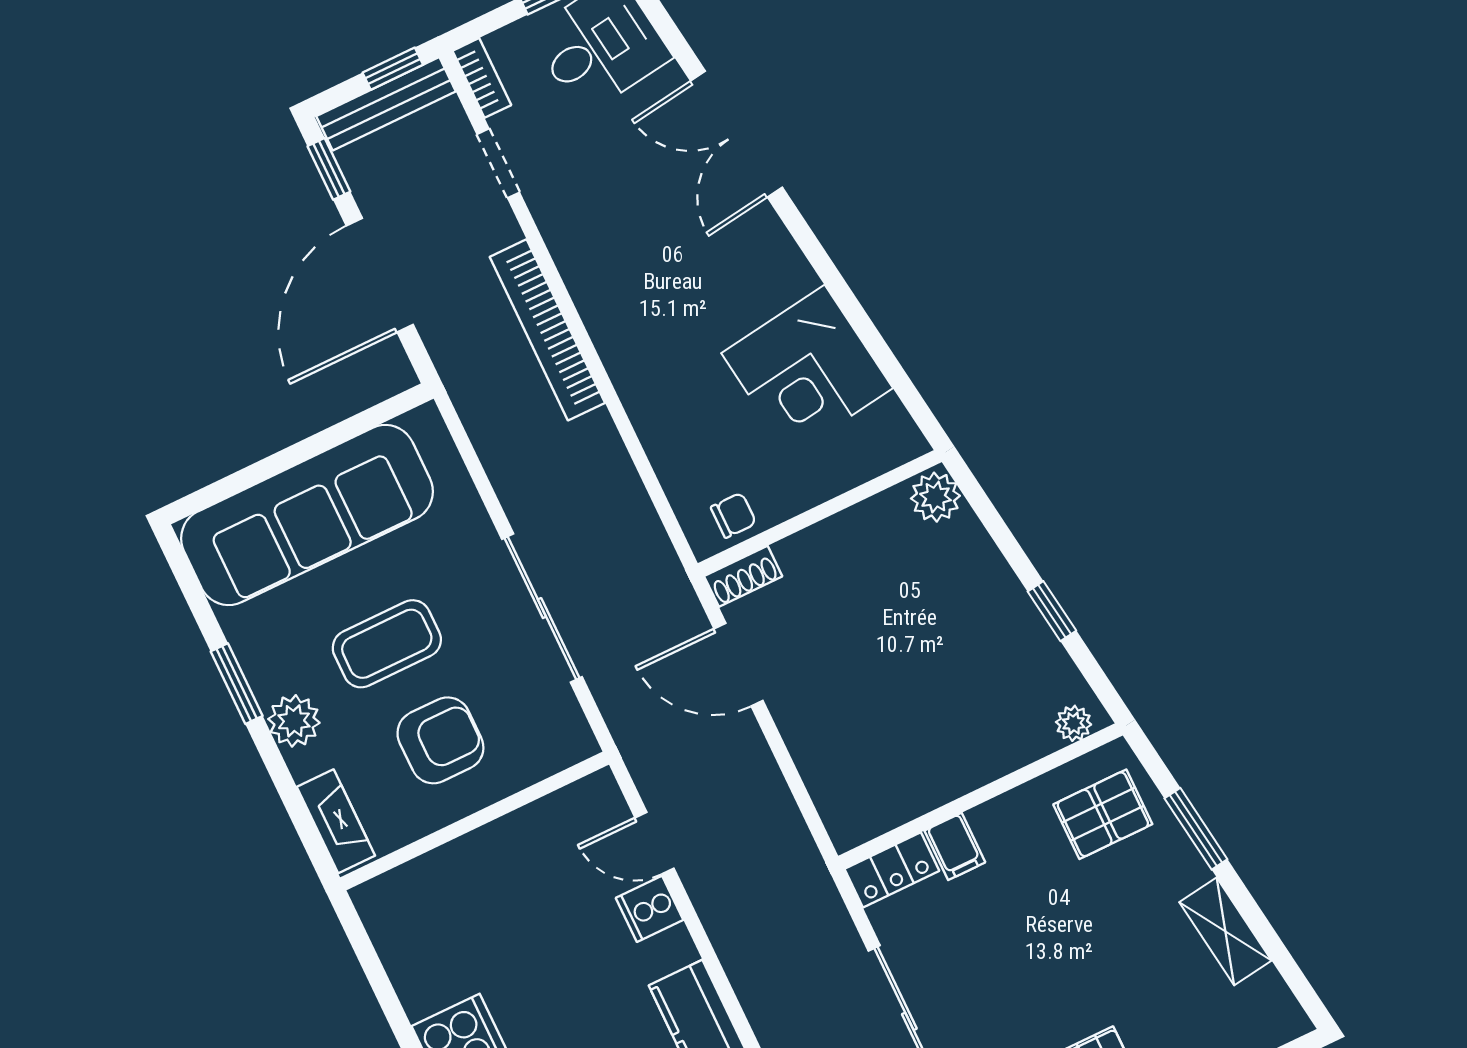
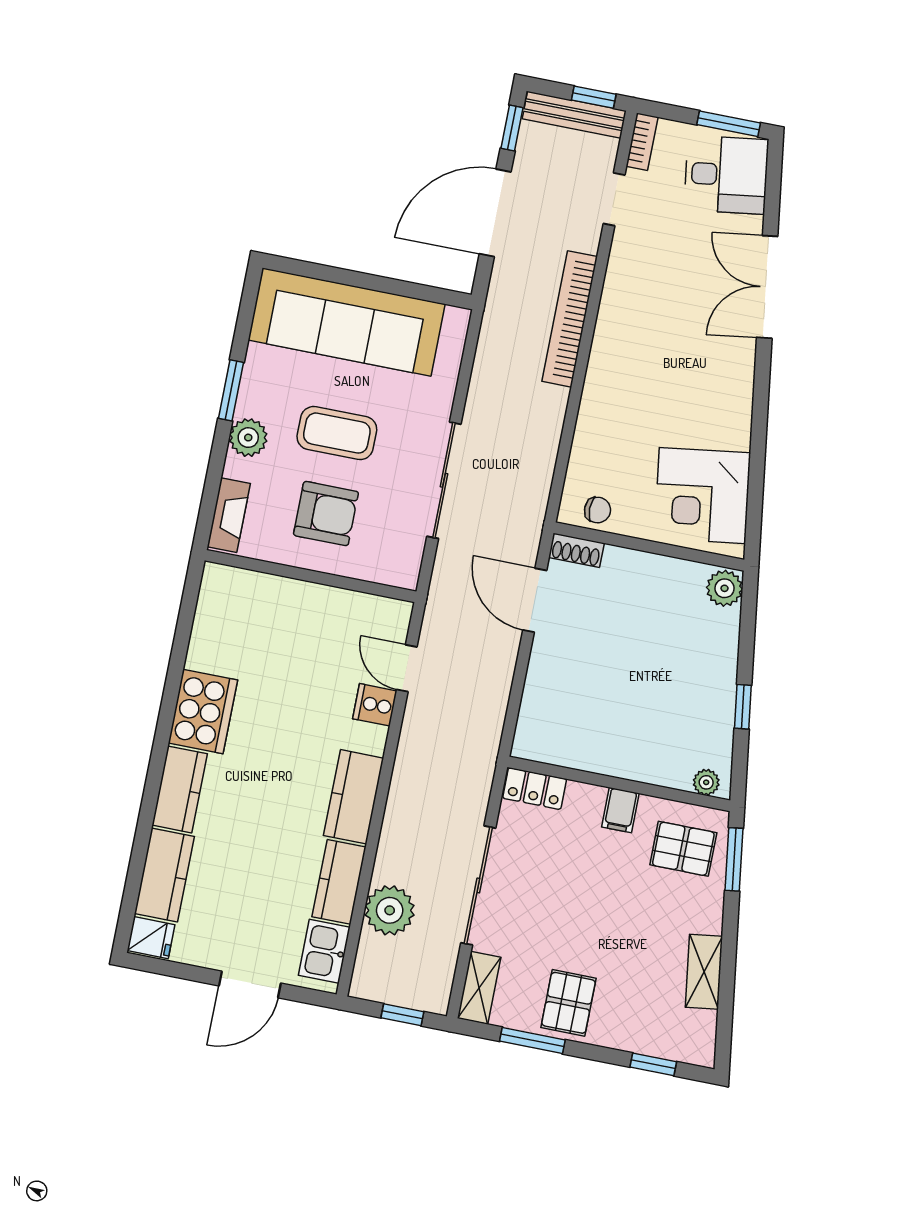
corner desk: (807, 371) -> (702, 496), moved
window: (1196, 829) -> (734, 859), moved
filing cabinet: (955, 846) -> (620, 810), moved

